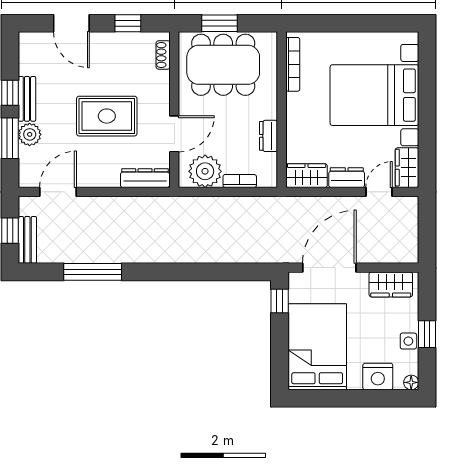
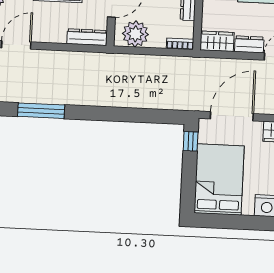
bookcase: (240, 181) -> (180, 44), moved

